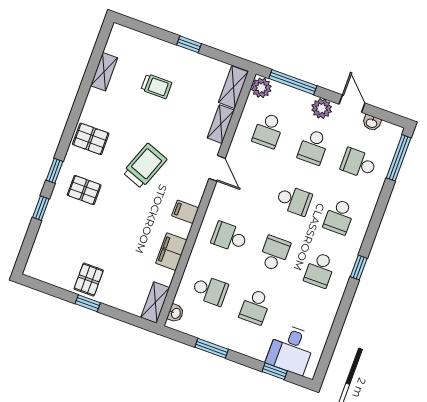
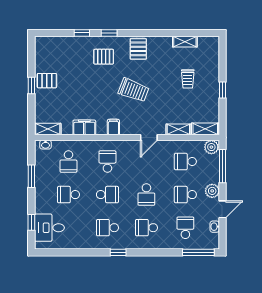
pallet: (84, 190) -> (104, 57), turned 90

